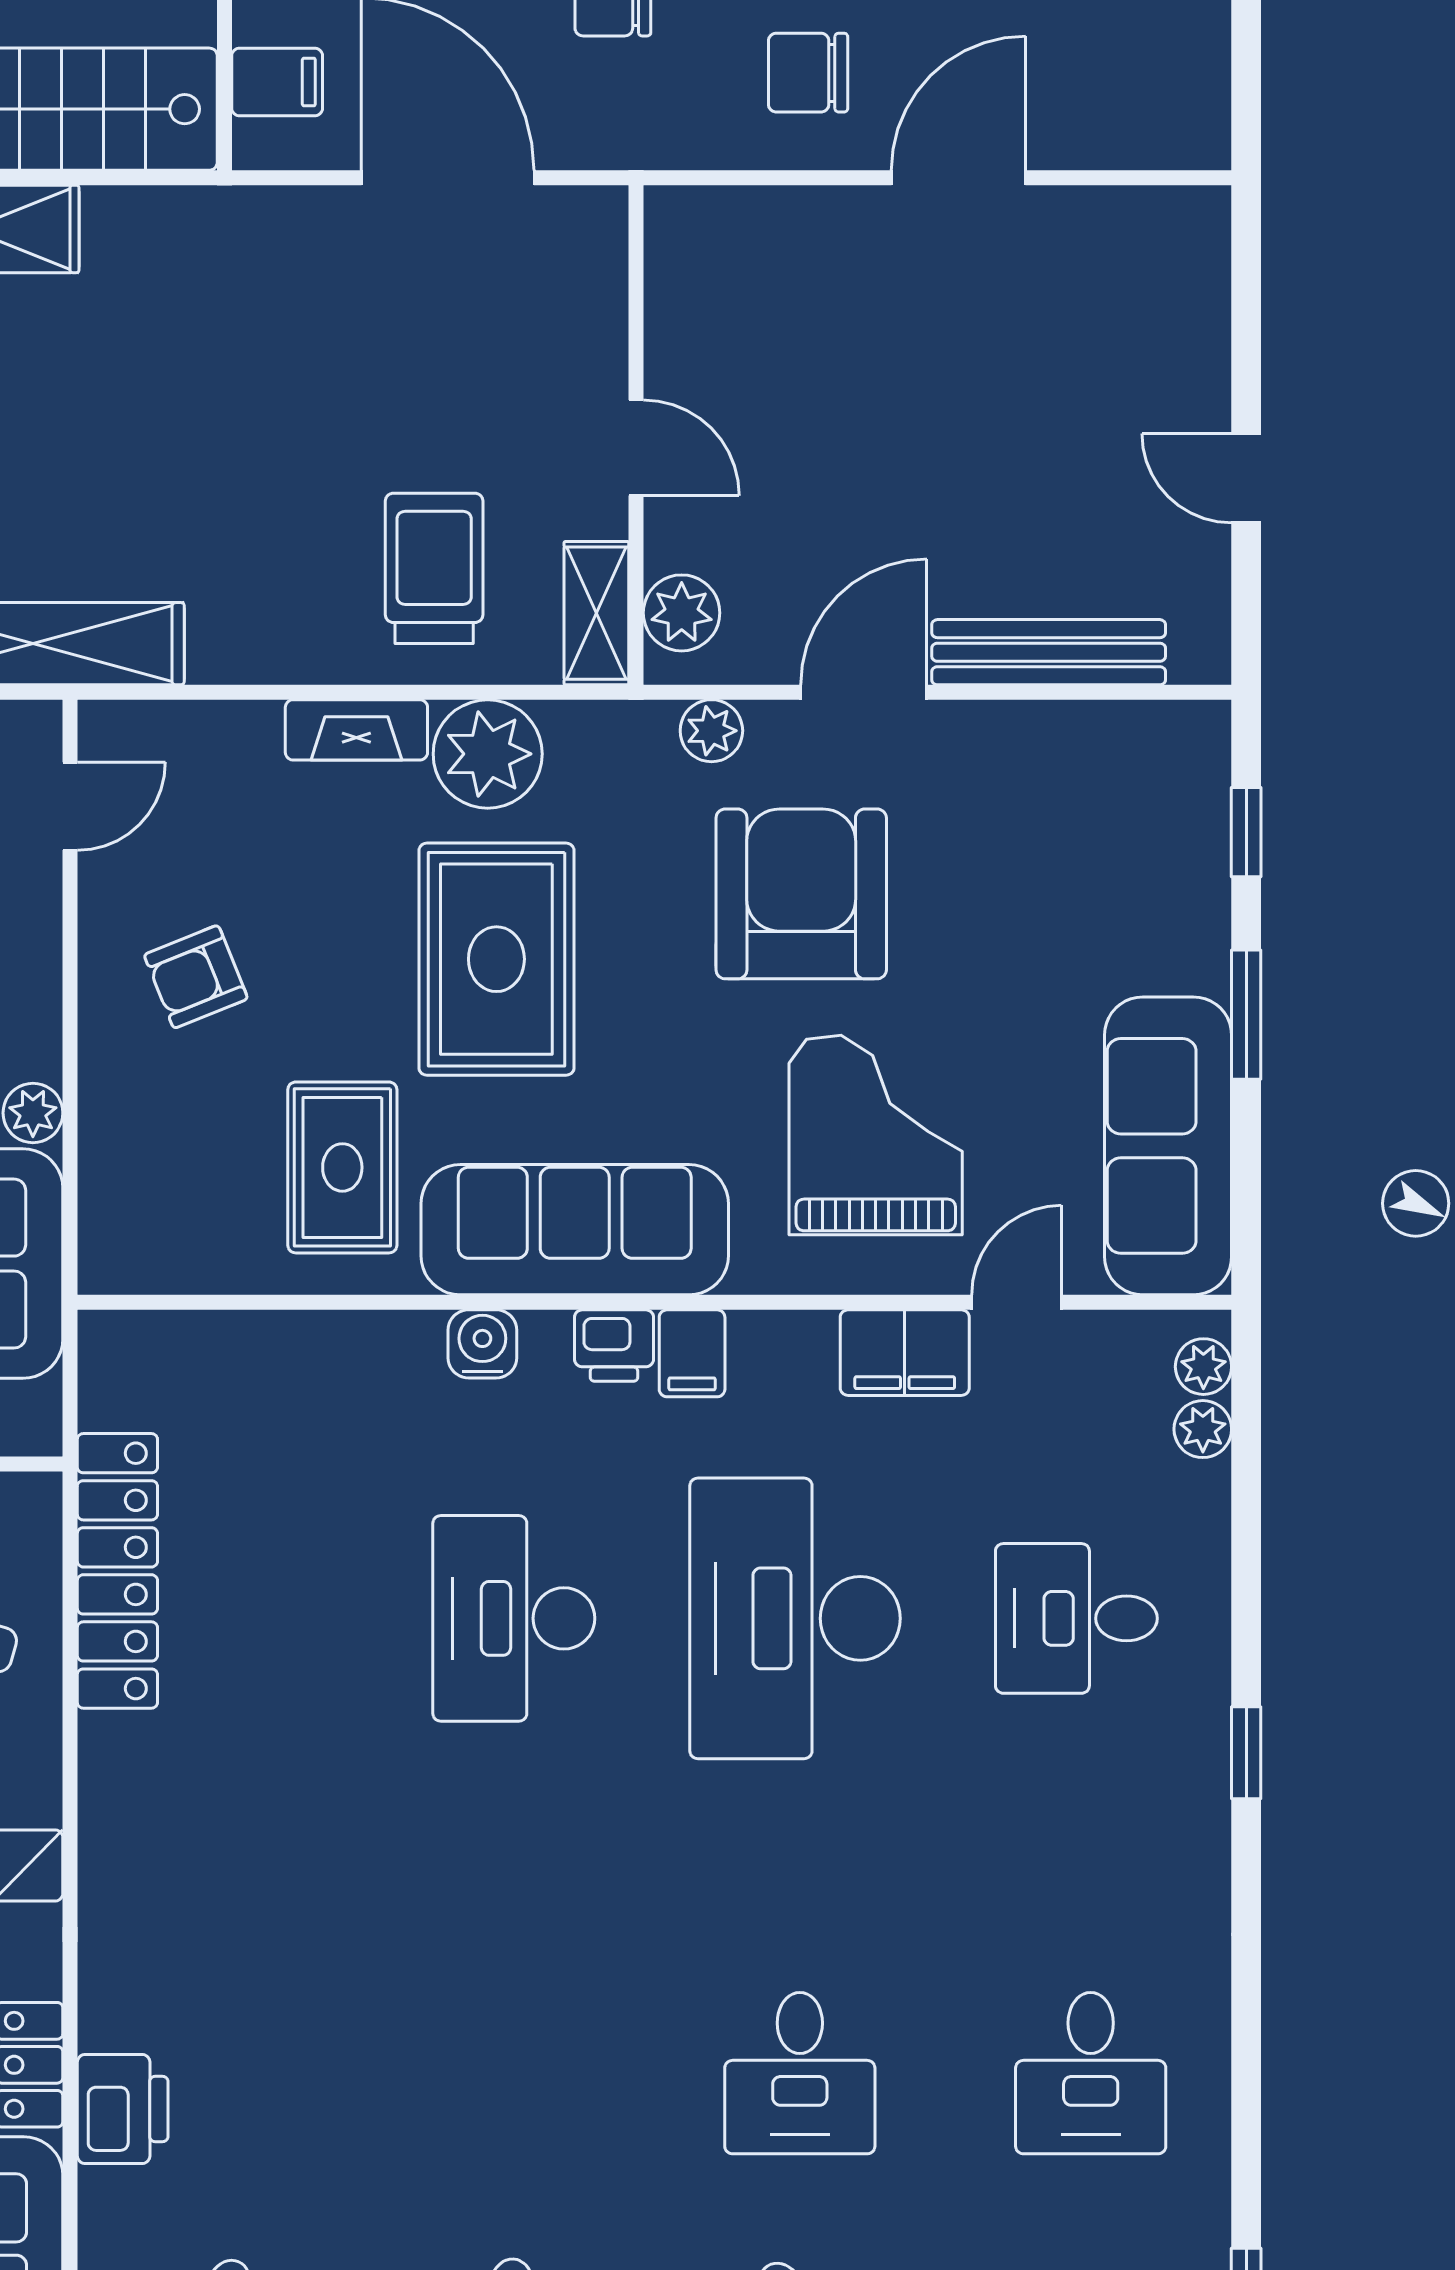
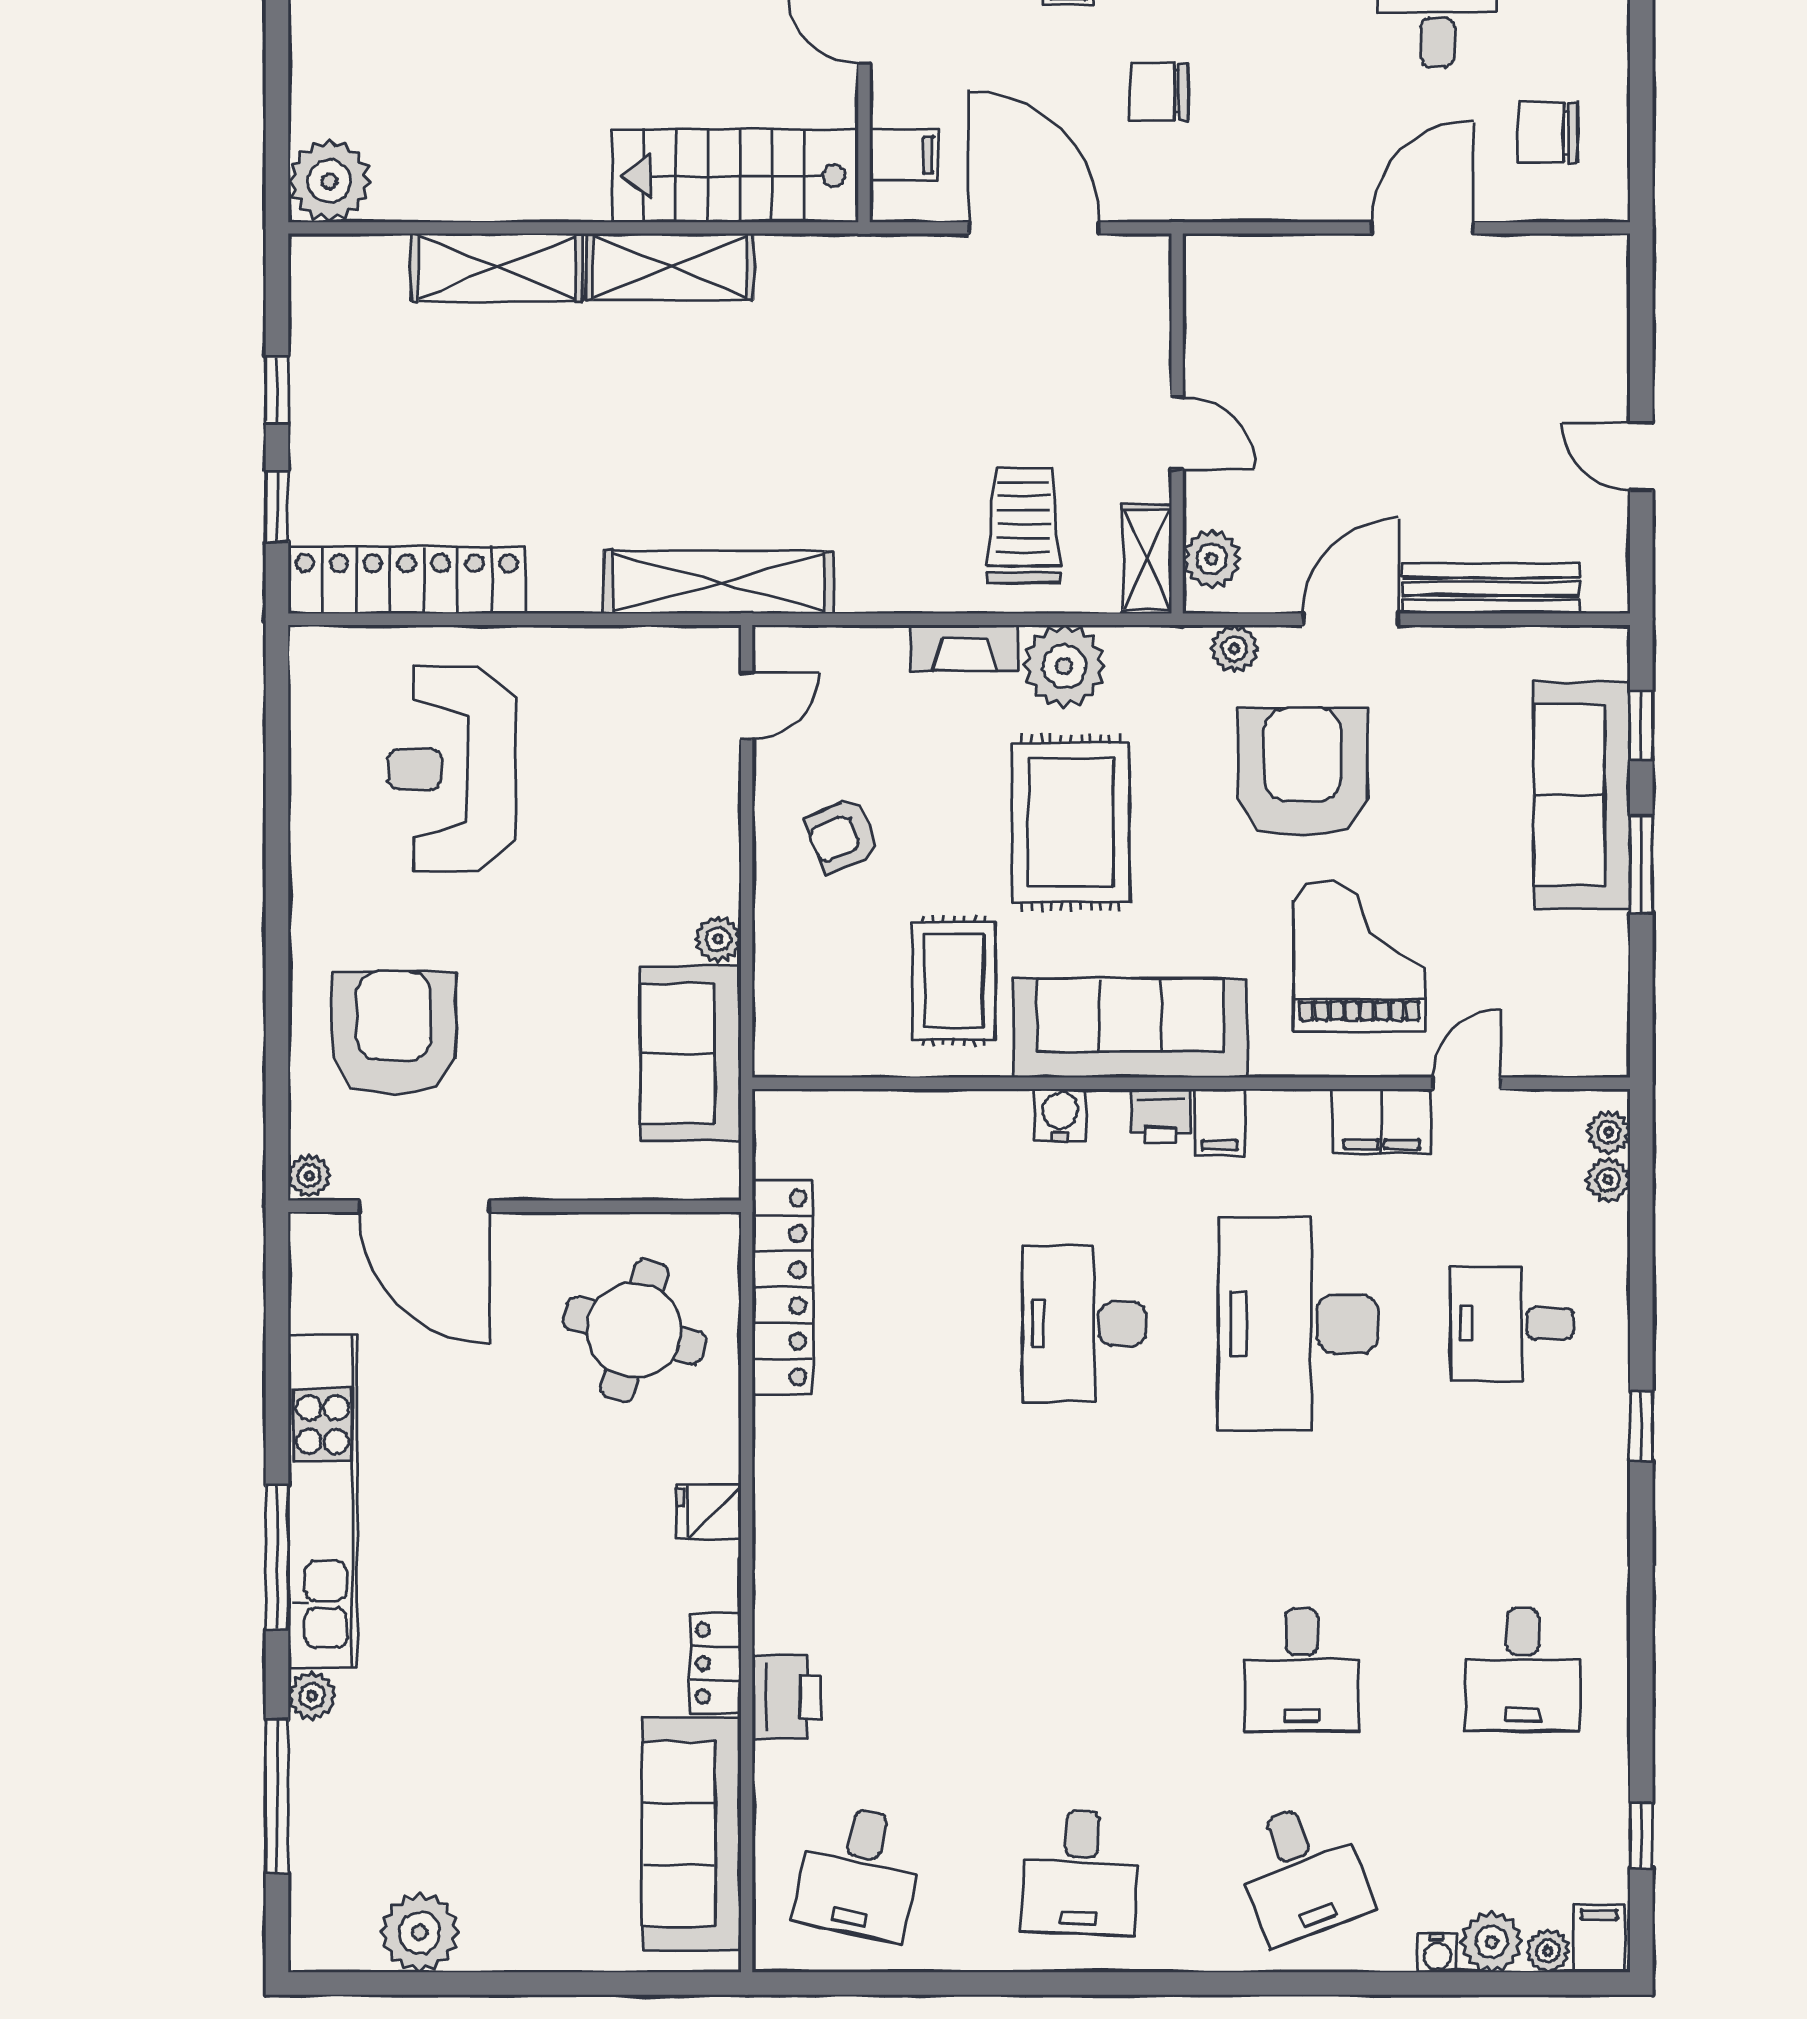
chair: (808, 73) -> (1548, 133), moved
sofa: (1168, 1146) -> (1582, 795), moved

